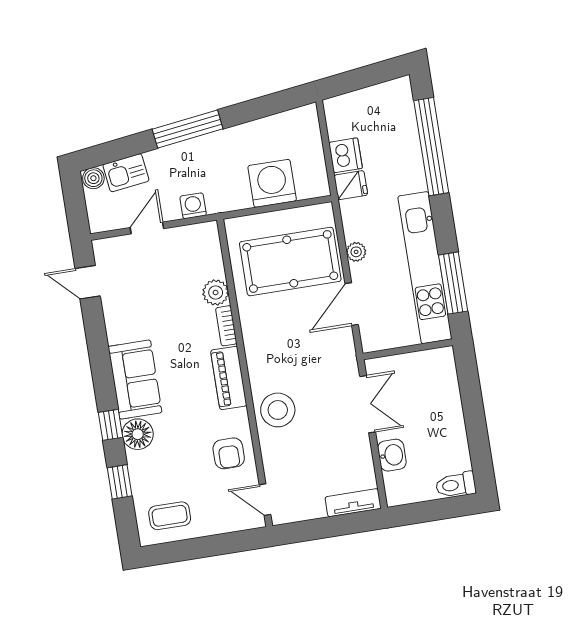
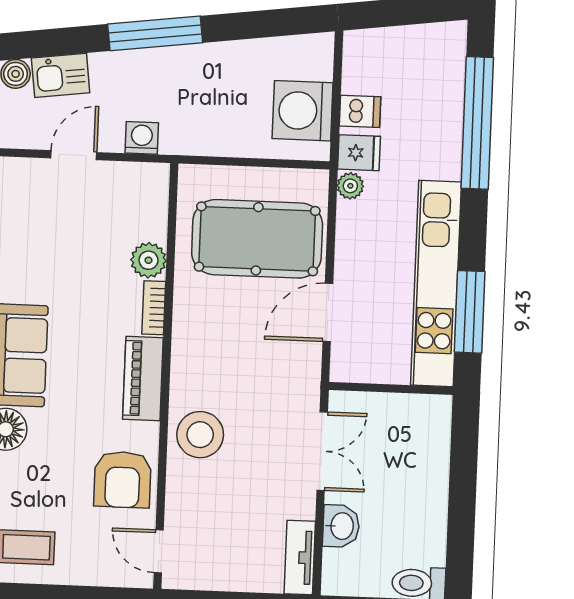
dishwasher: (346, 155) -> (360, 111), width x0.73
washing machine: (272, 183) -> (303, 111), moved, turned -90
plant: (356, 252) -> (350, 186), moved
armchair: (229, 453) -> (123, 480), width x1.38, depth x1.38
tv unit: (353, 503) -> (300, 558), moved, turned -90

